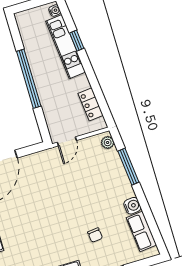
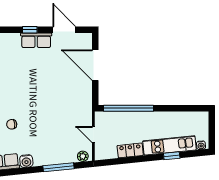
window: (29, 79) -> (129, 108), moved
locker: (91, 104) -> (130, 150), moved
door: (67, 141) -> (93, 134), moved

